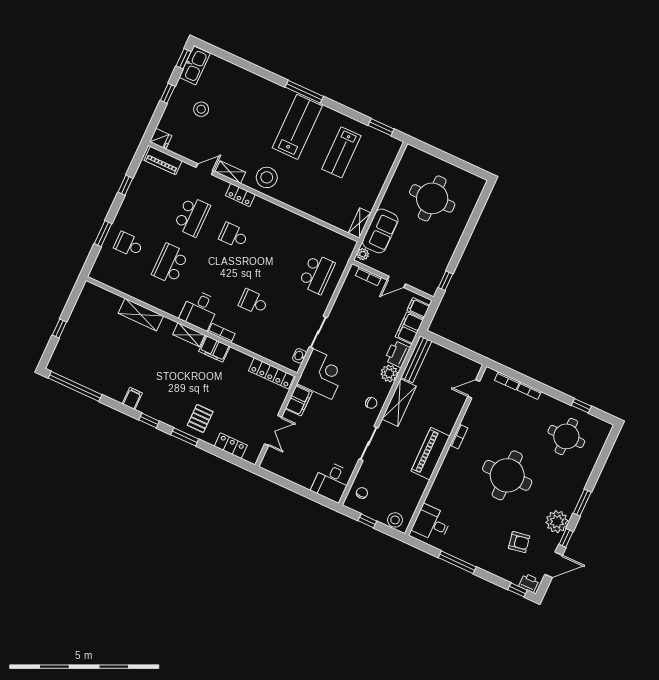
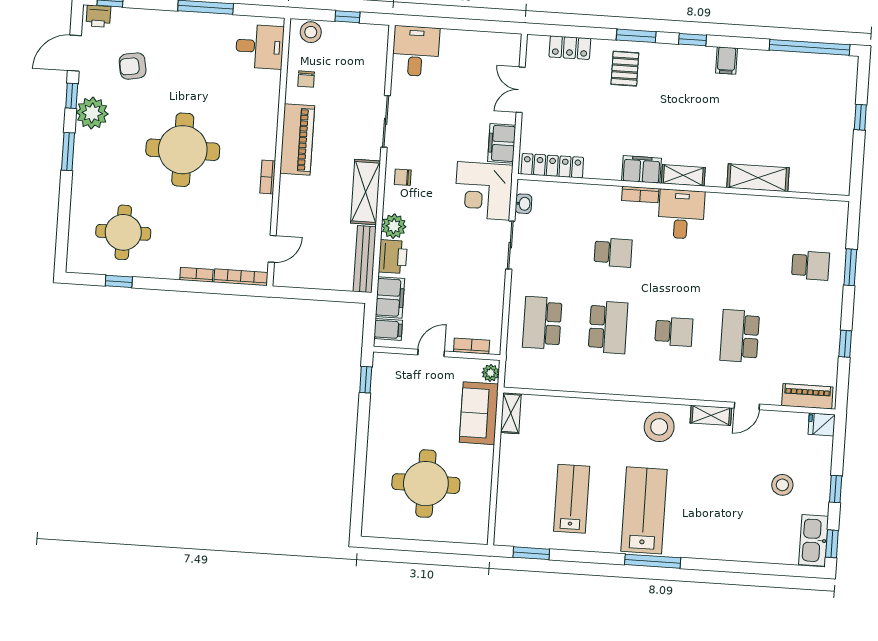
lab bench: (297, 127) -> (644, 510), turned 180
locker: (240, 195) -> (686, 390), removed
school desk: (170, 264) -> (608, 327), moved
bookcase: (507, 381) -> (241, 277), width x1.56
chair: (362, 493) -> (306, 79), moved

